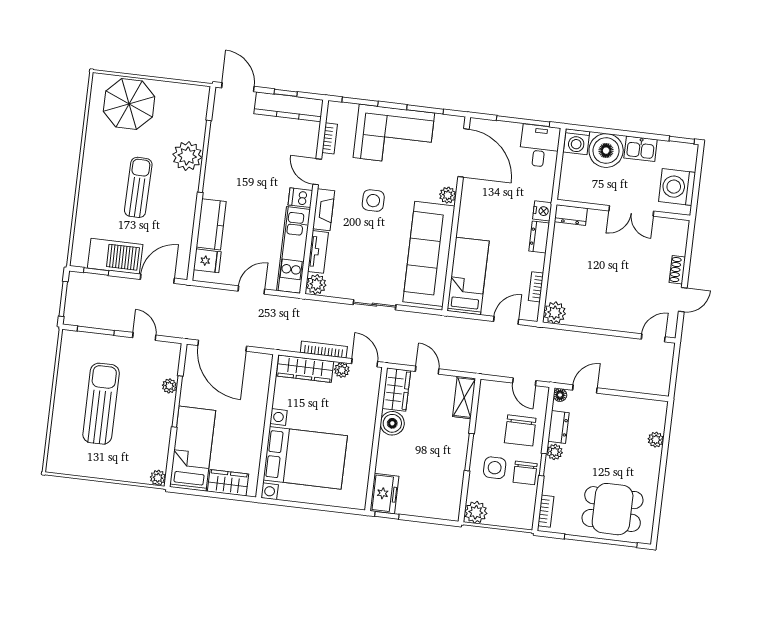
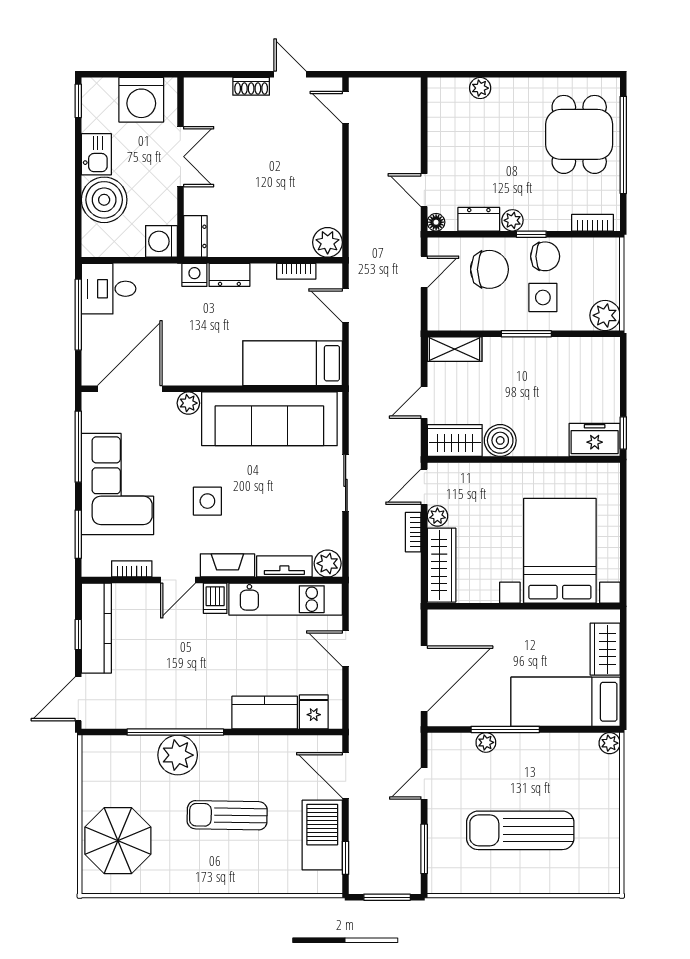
window: (425, 109) -> (78, 447), width x1.44
washing machine: (576, 142) -> (161, 241), moved, turned 180
bookcase: (324, 350) -> (413, 532), width x0.64

